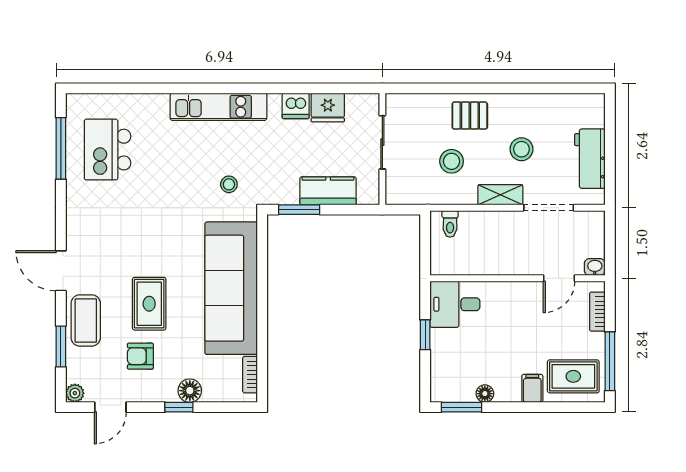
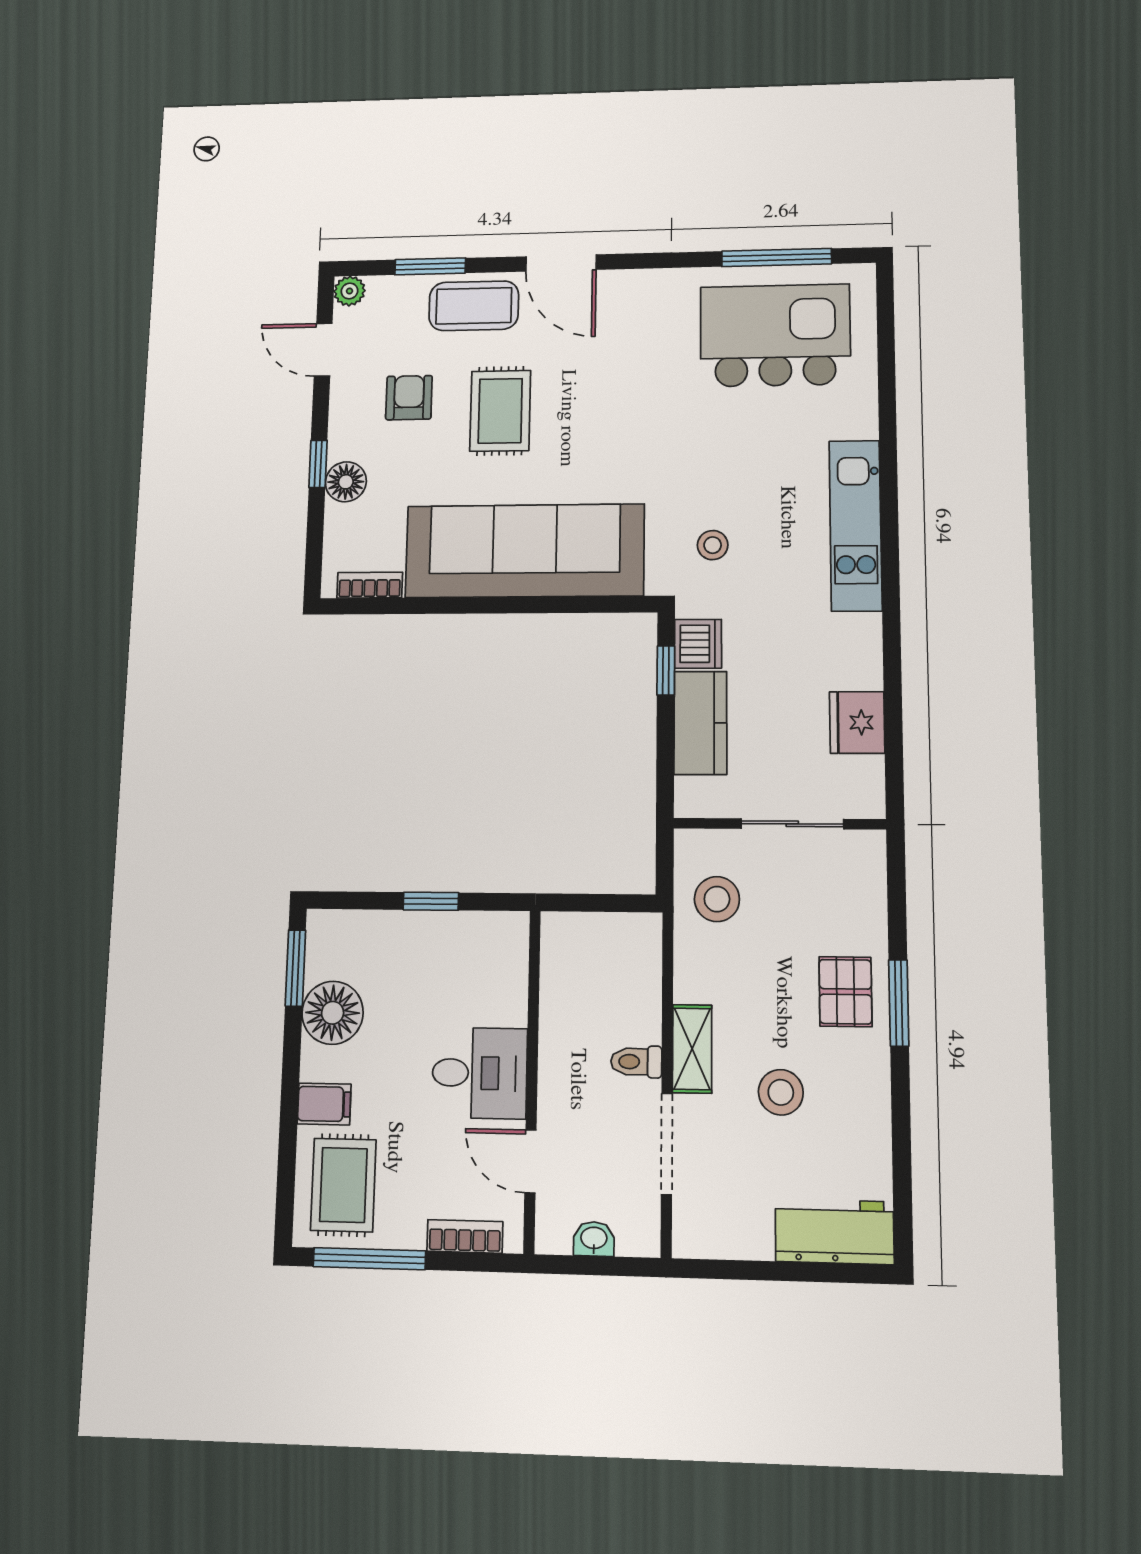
window: (475, 88) -> (899, 1003), added
dishwasher: (296, 106) -> (698, 644), moved, turned 180
kitchen island: (108, 150) -> (775, 335), width x1.37, depth x1.28
workbench: (590, 159) -> (834, 1232), moved
stool: (452, 161) -> (717, 899), moved
window: (299, 210) -> (666, 670), width x0.67
toilet: (450, 224) -> (636, 1062), moved
washbasin: (595, 267) -> (594, 1239), moved, turned -90
door: (61, 271) -> (561, 263), swing flipped
rug: (149, 304) -> (500, 411), turned 90
desk: (455, 304) -> (480, 1073), moved, turned 90
floor lamp: (485, 394) -> (333, 1013), width x1.89, depth x1.89

